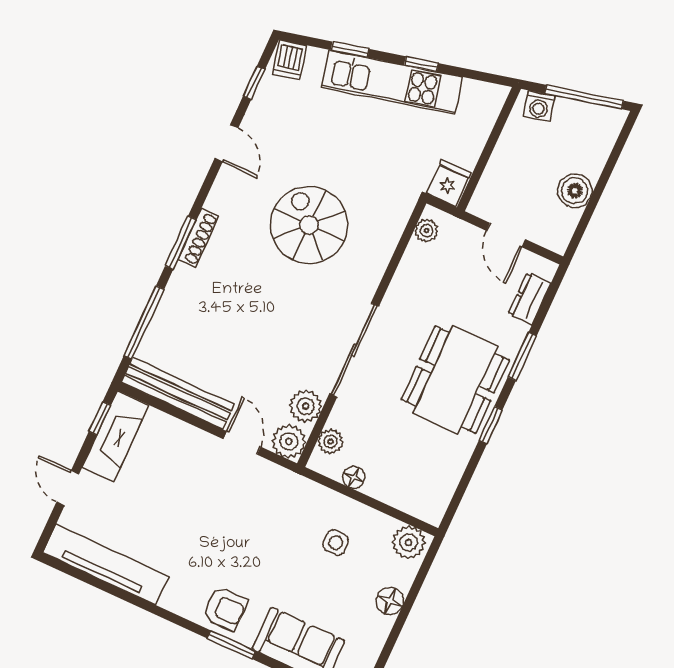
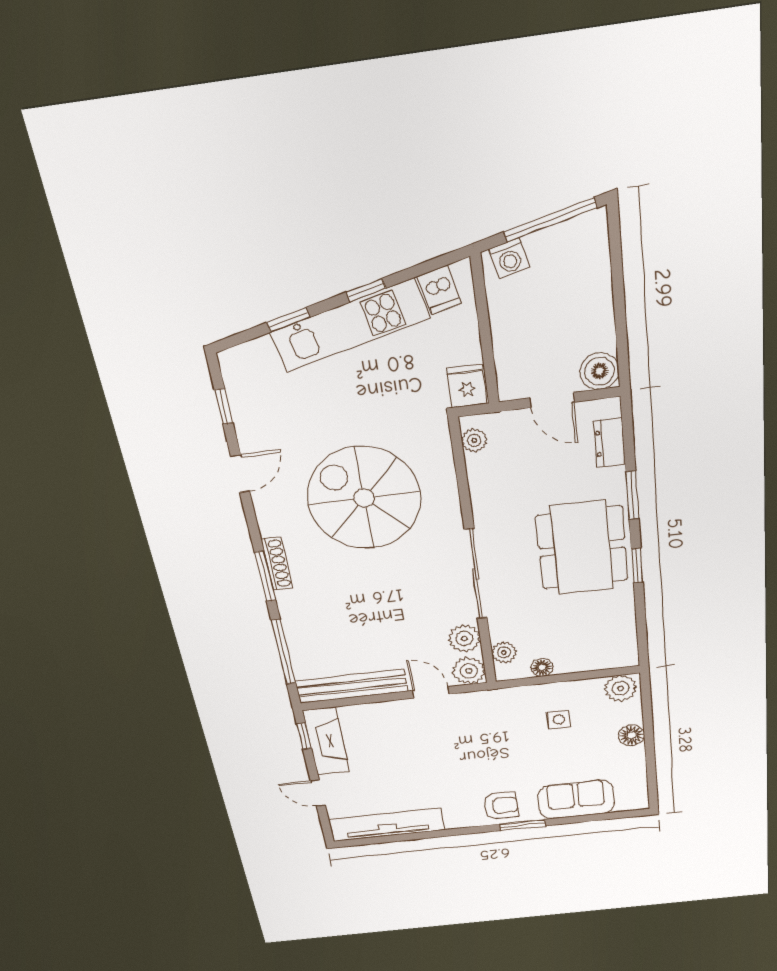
dishwasher: (290, 60) -> (439, 290), moved
door: (226, 143) -> (240, 474), hinge flipped
boiler: (575, 191) -> (599, 371), moved
spiral stairs: (309, 225) -> (364, 498), width x1.37, depth x1.37

